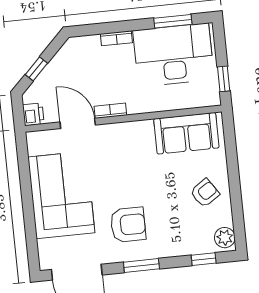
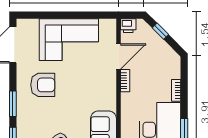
armchair: (128, 225) -> (43, 85), turned -90
window: (141, 265) -> (13, 104), moved

